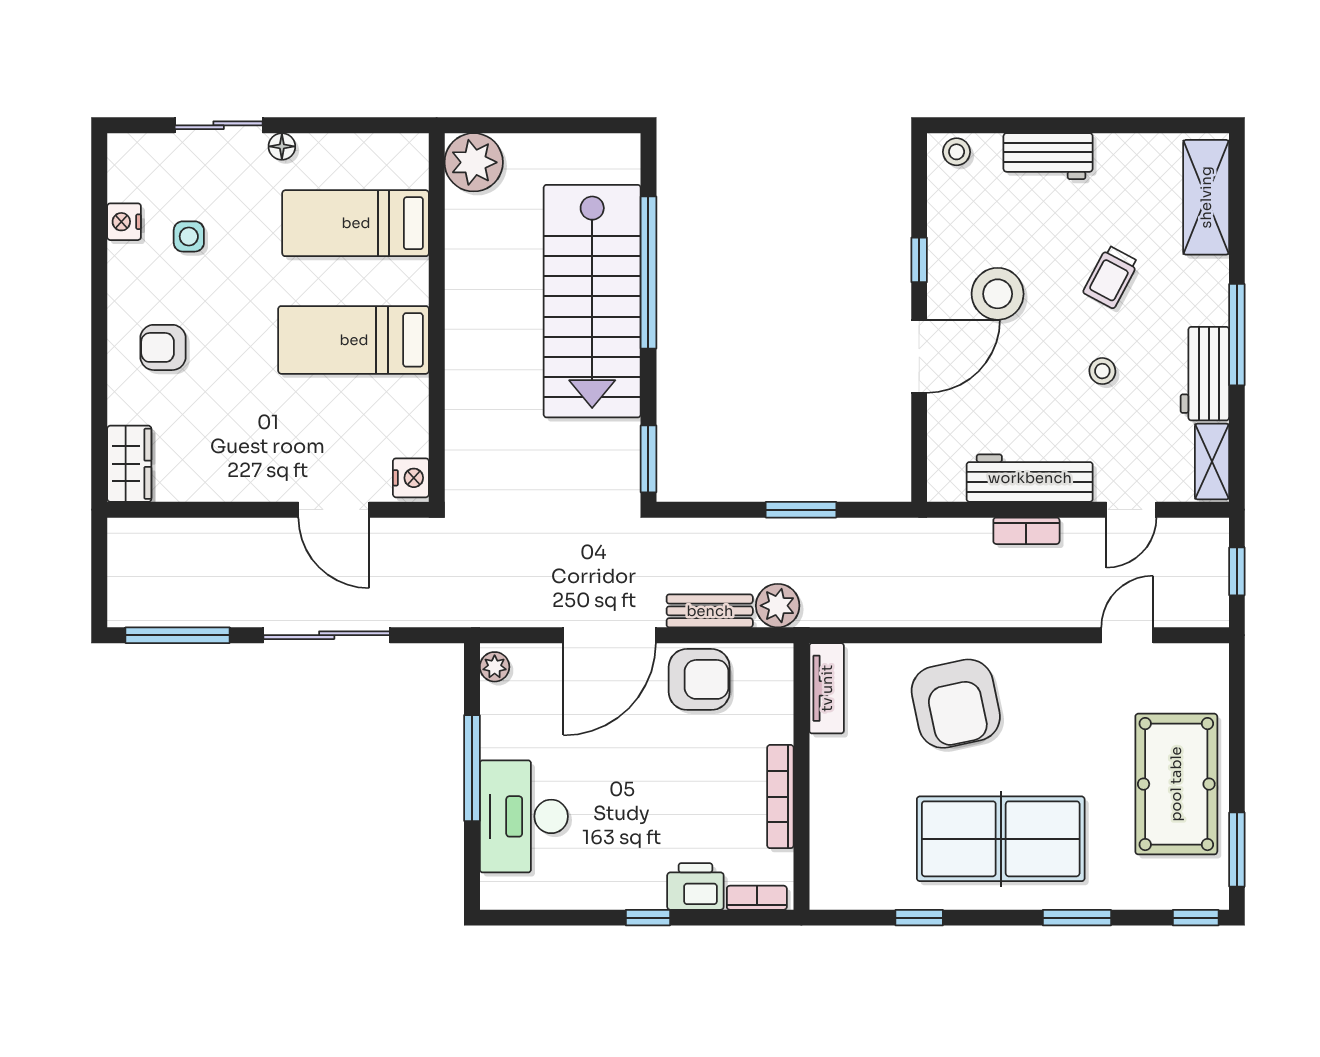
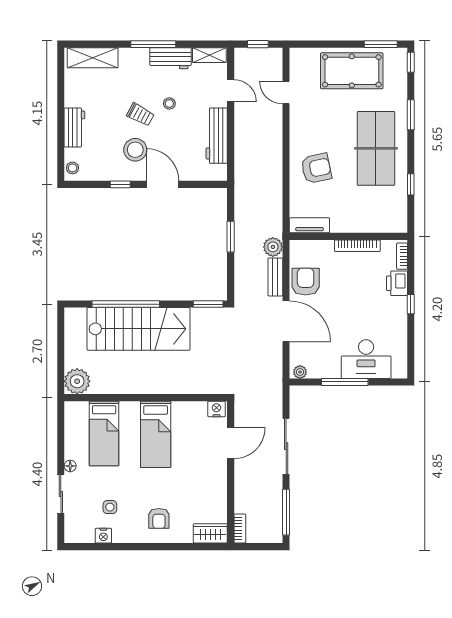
trolley: (1111, 277) -> (140, 115), moved
bookcase: (1026, 531) -> (240, 528), moved
armchair: (956, 704) -> (316, 168), width x0.73, depth x0.73

